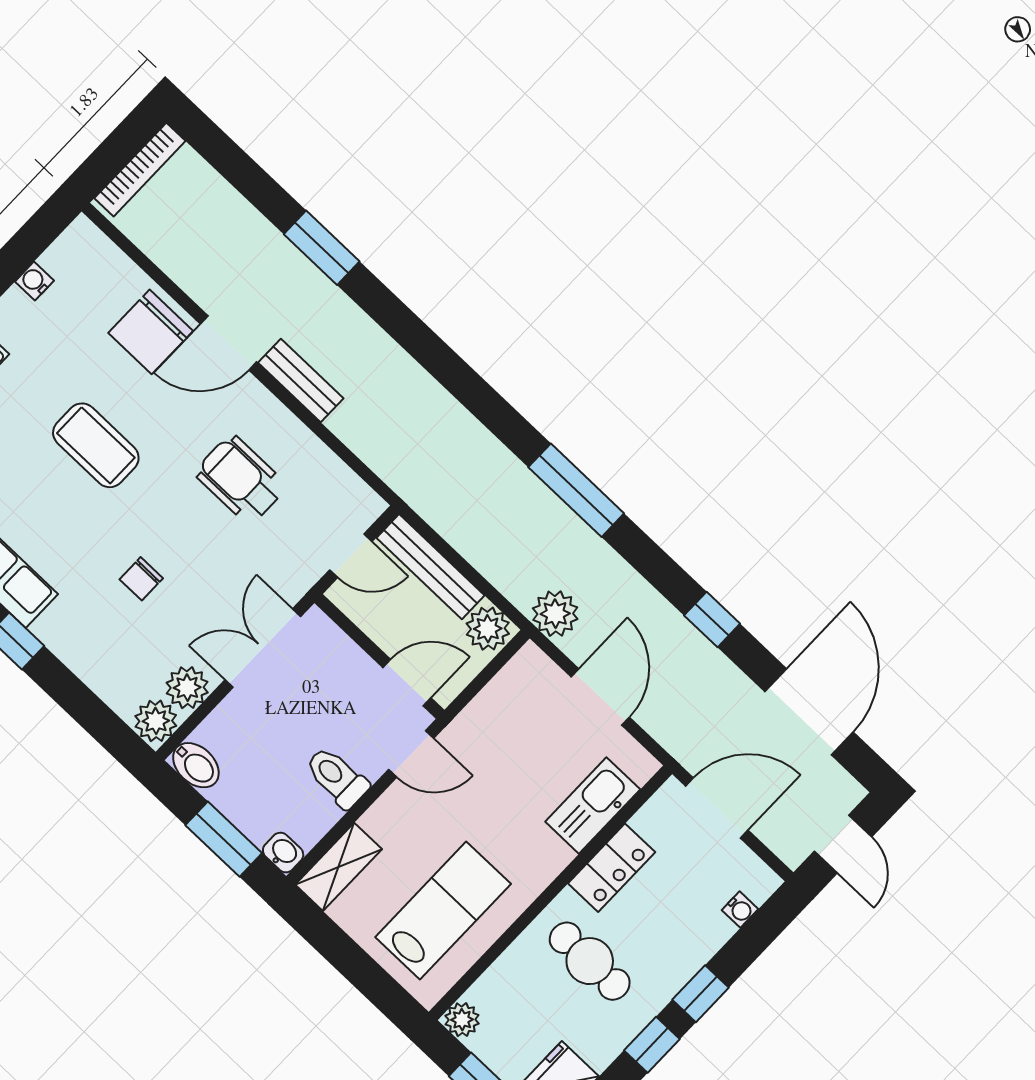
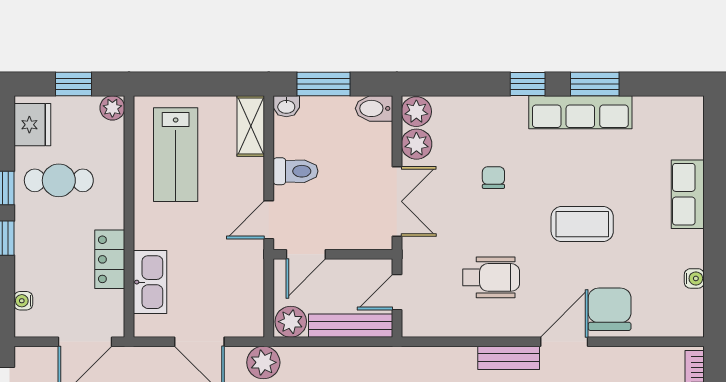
cafe table: (590, 961) -> (59, 180), moved

